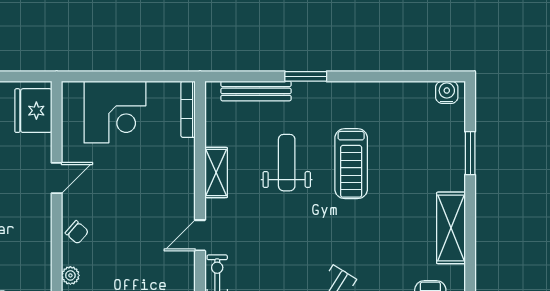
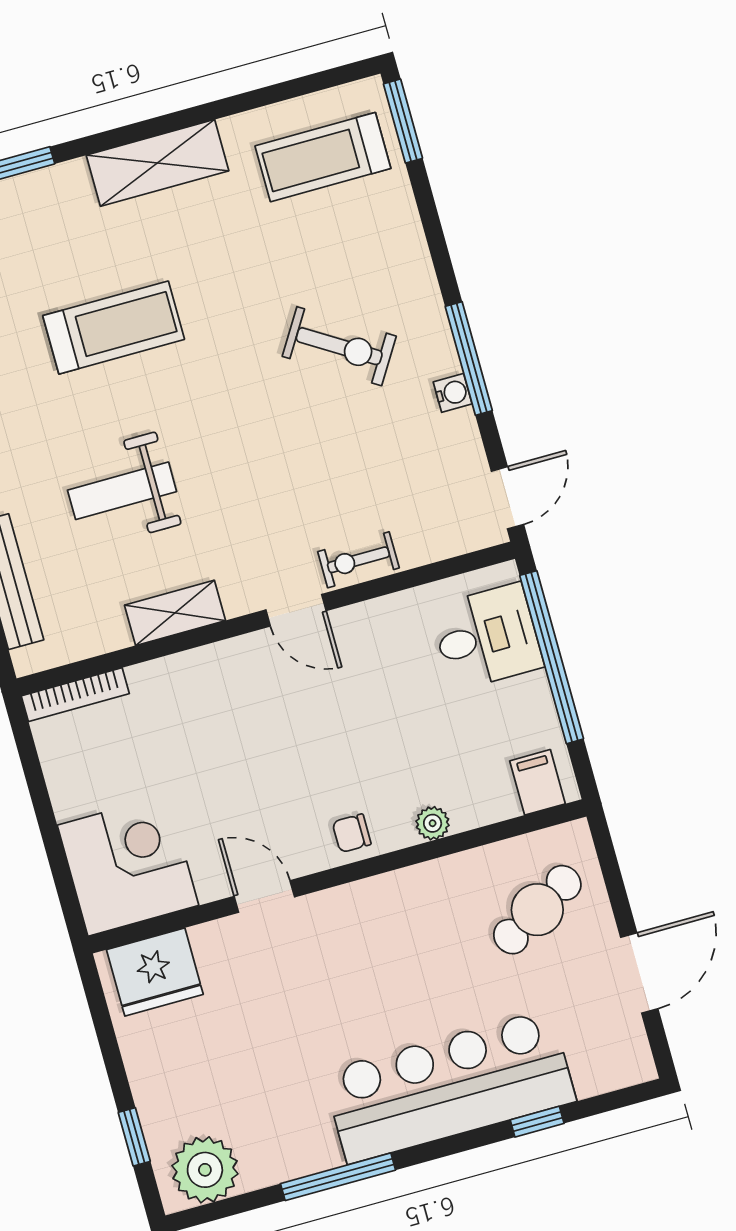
corner desk: (115, 112) -> (128, 865), moved
treadmill: (351, 164) -> (114, 328), moved
chair: (77, 232) -> (352, 833), turned -131

